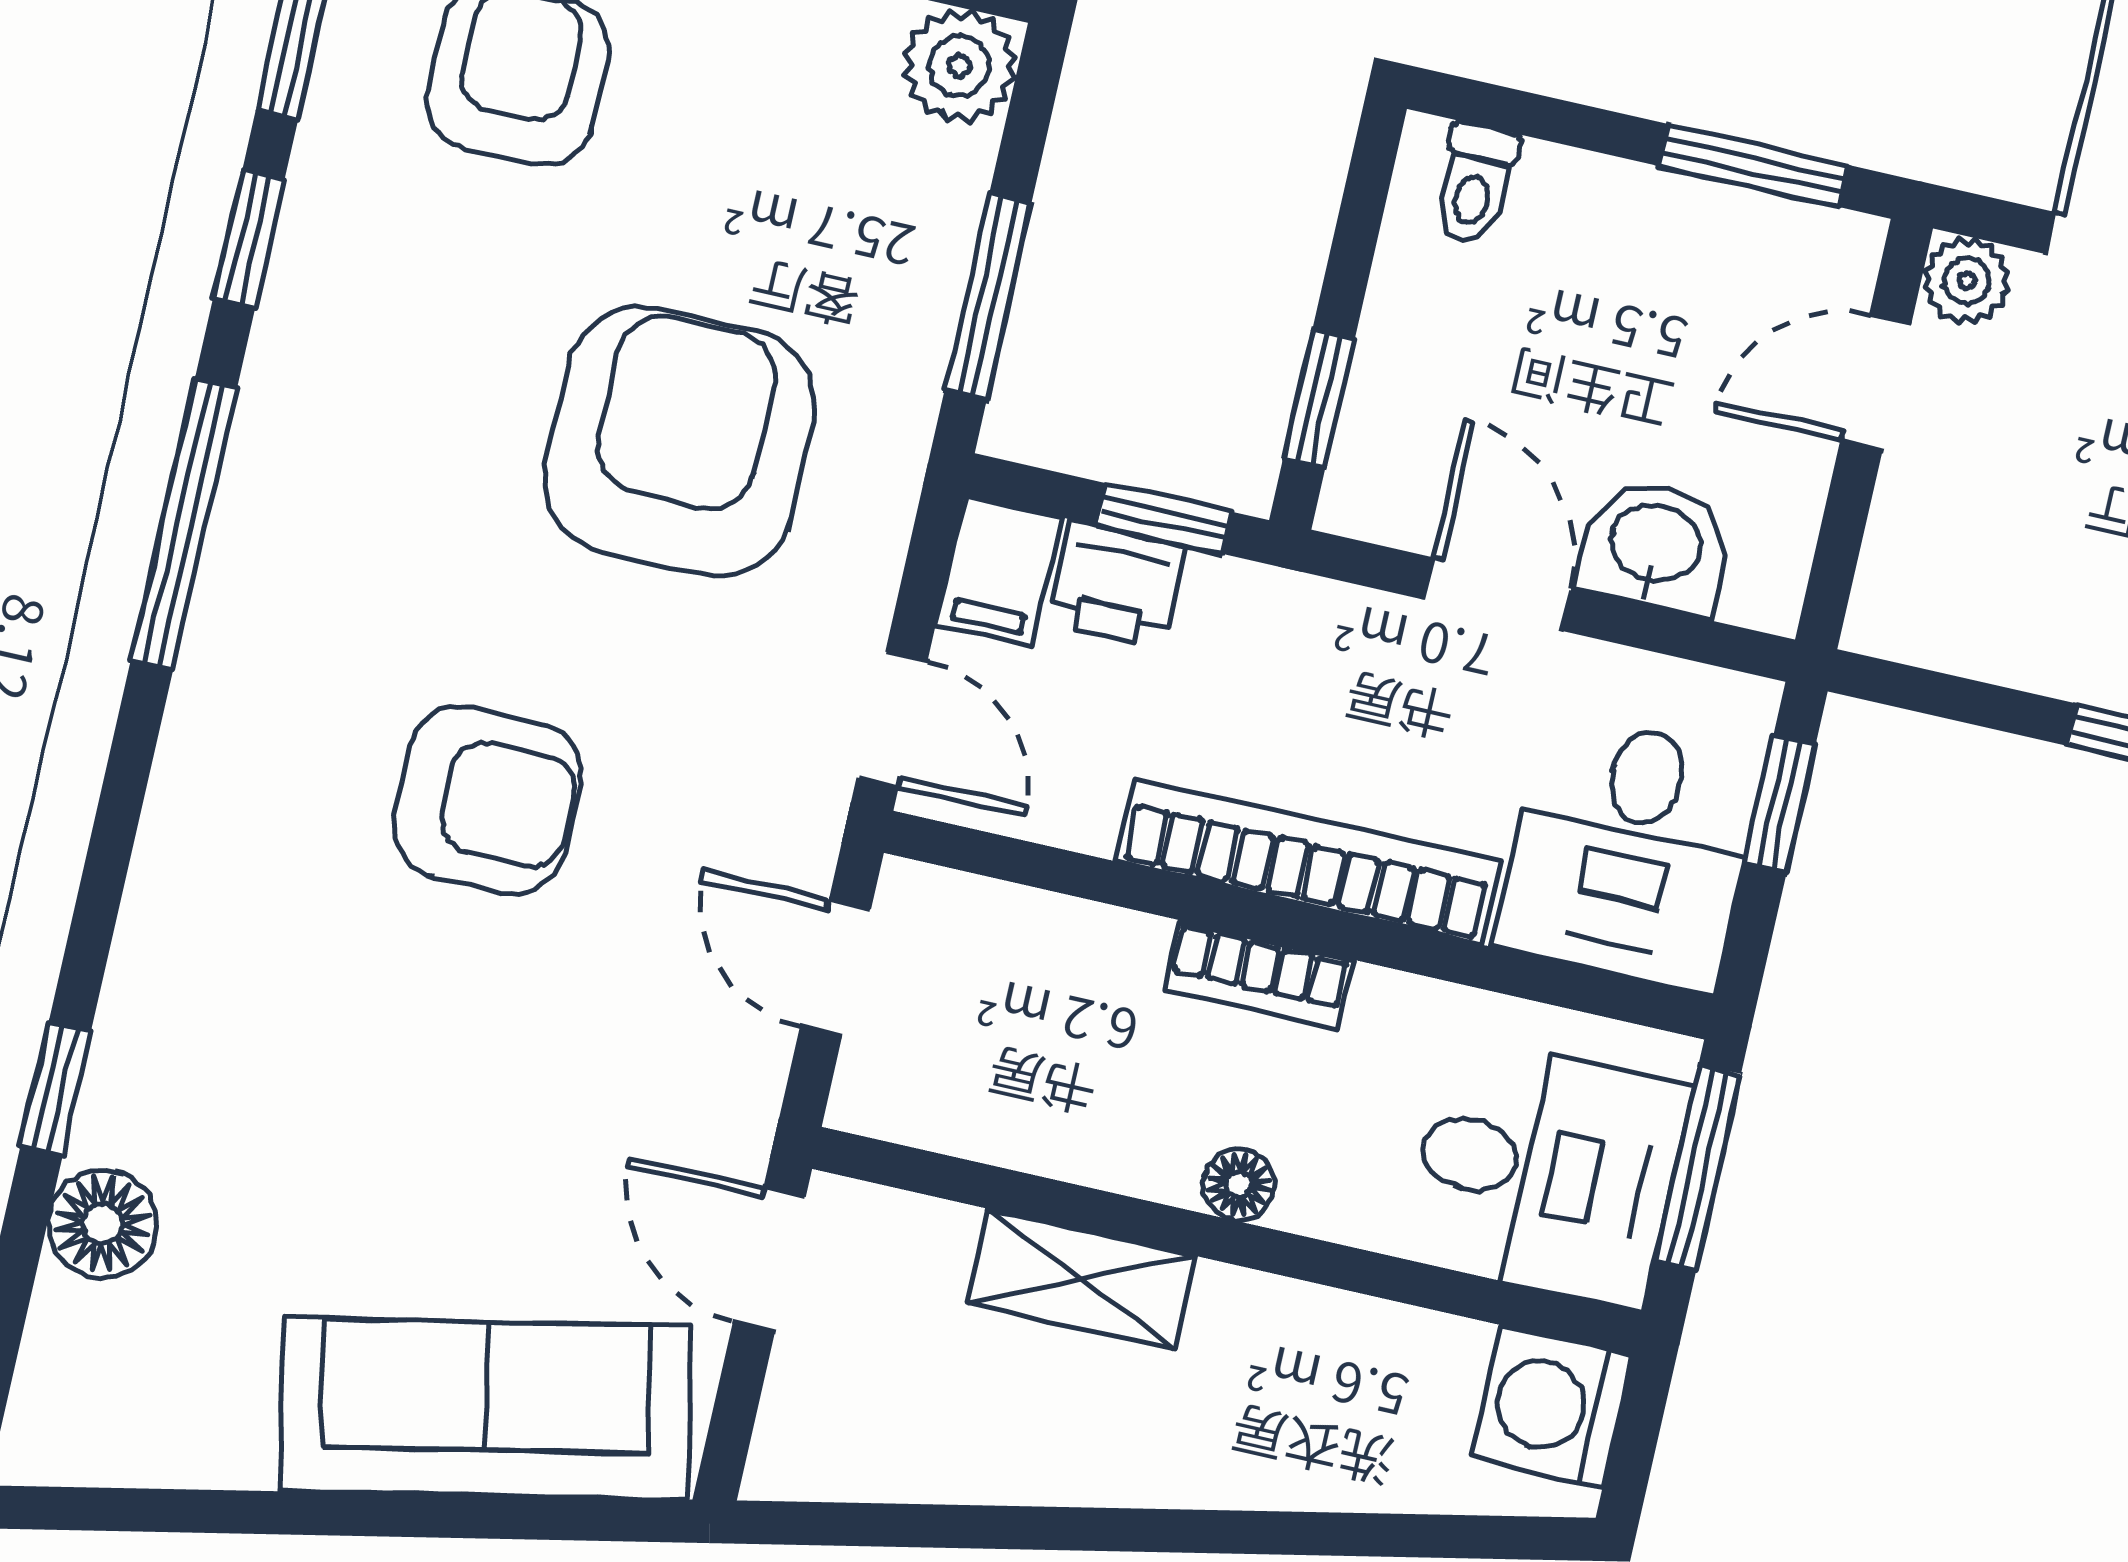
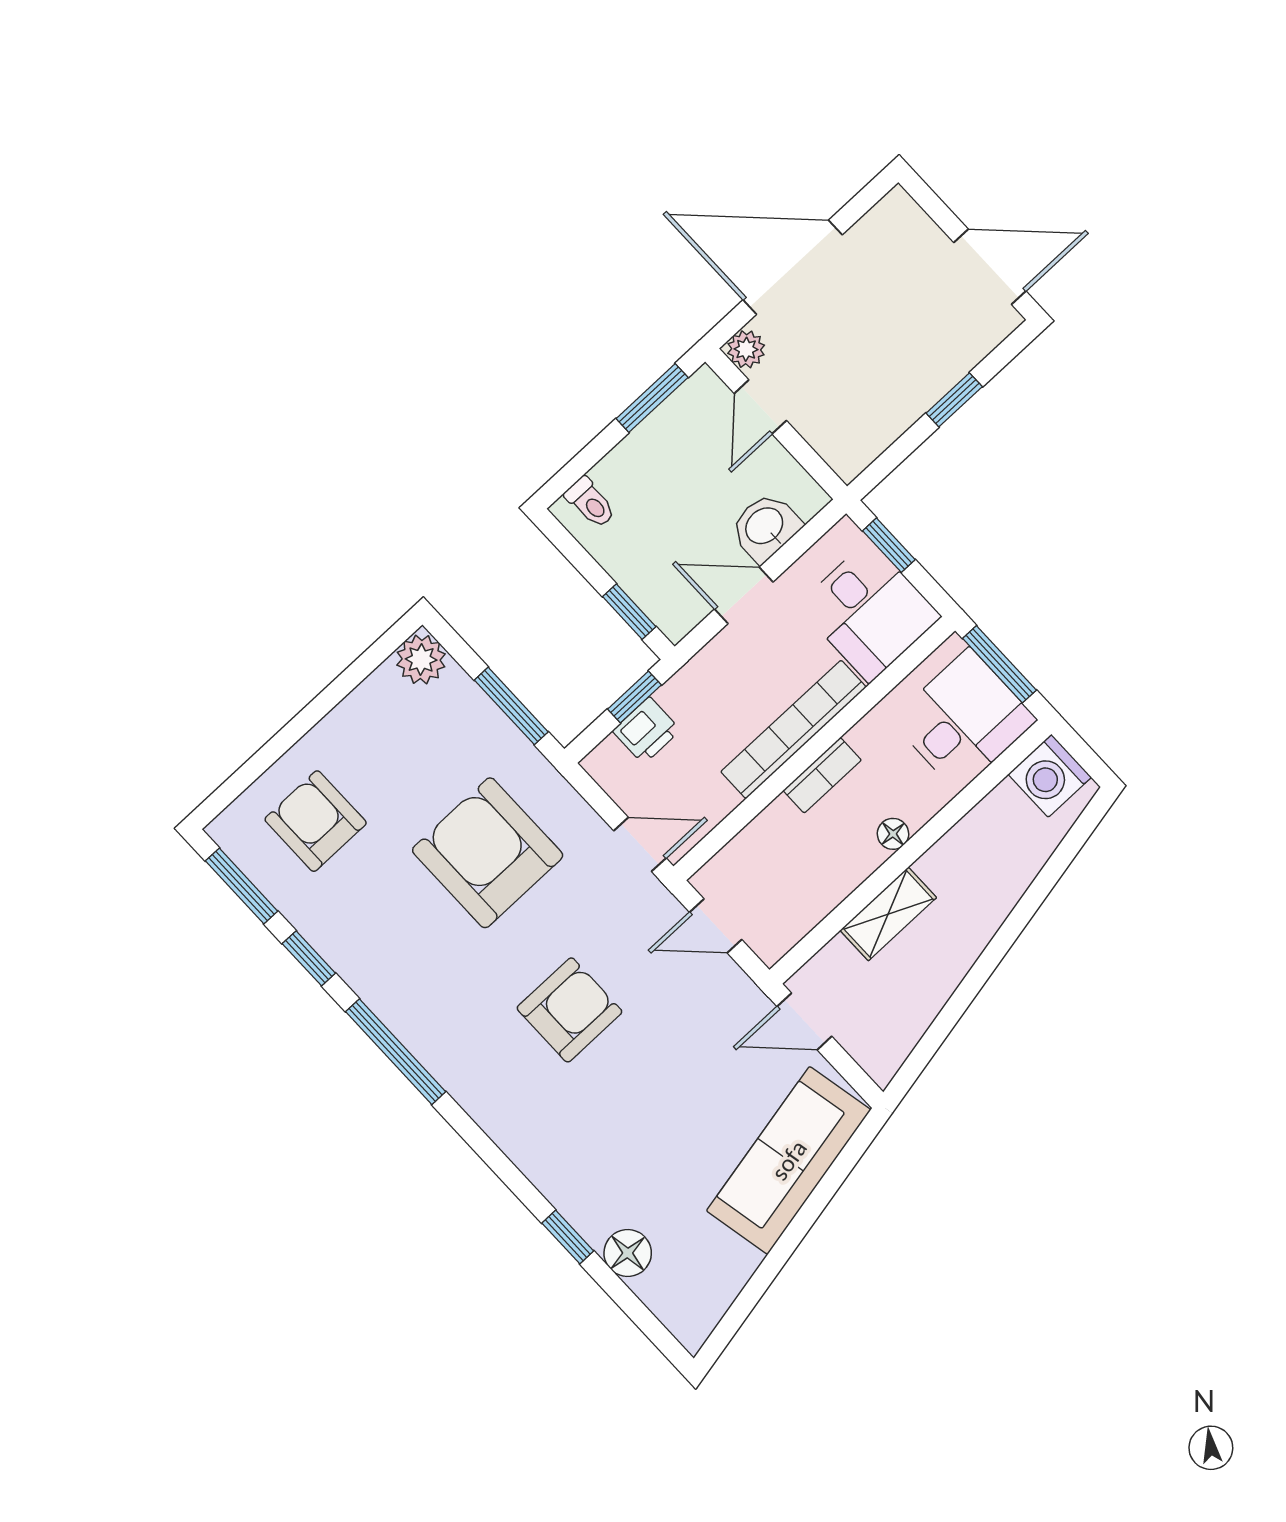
filing cabinet: (999, 571) -> (613, 770), removed

